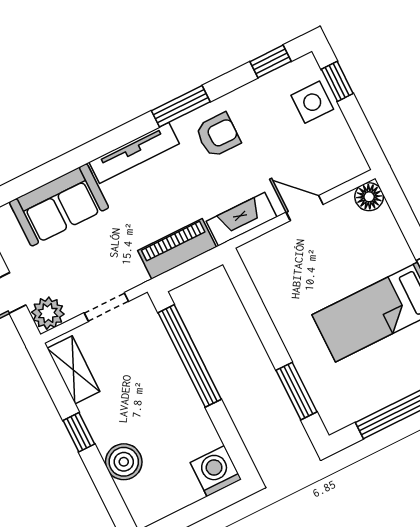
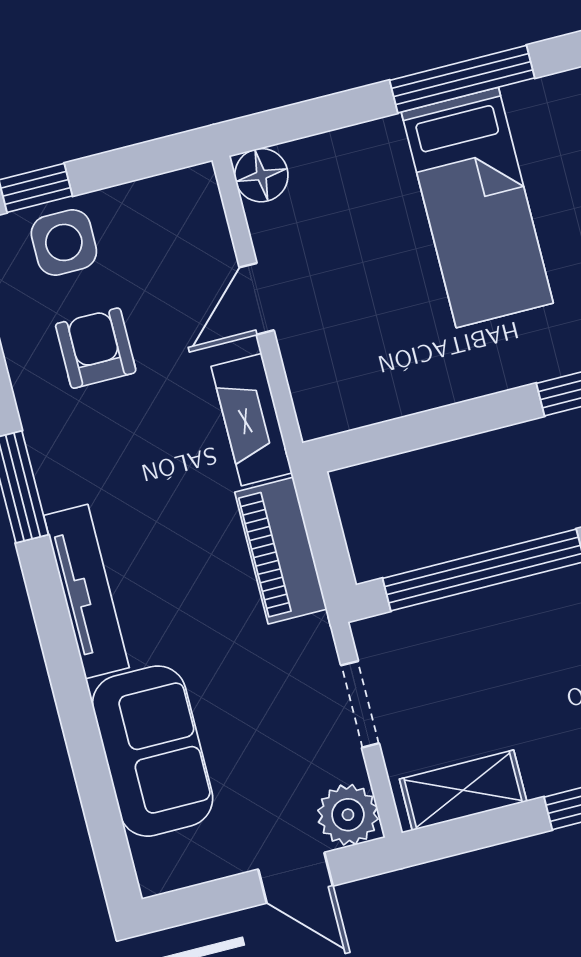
armchair: (218, 135) -> (96, 348), moved

